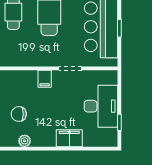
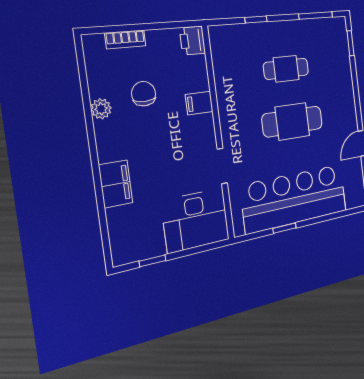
filing cabinet: (45, 79) -> (199, 103), moved
desk: (101, 106) -> (196, 220), moved

